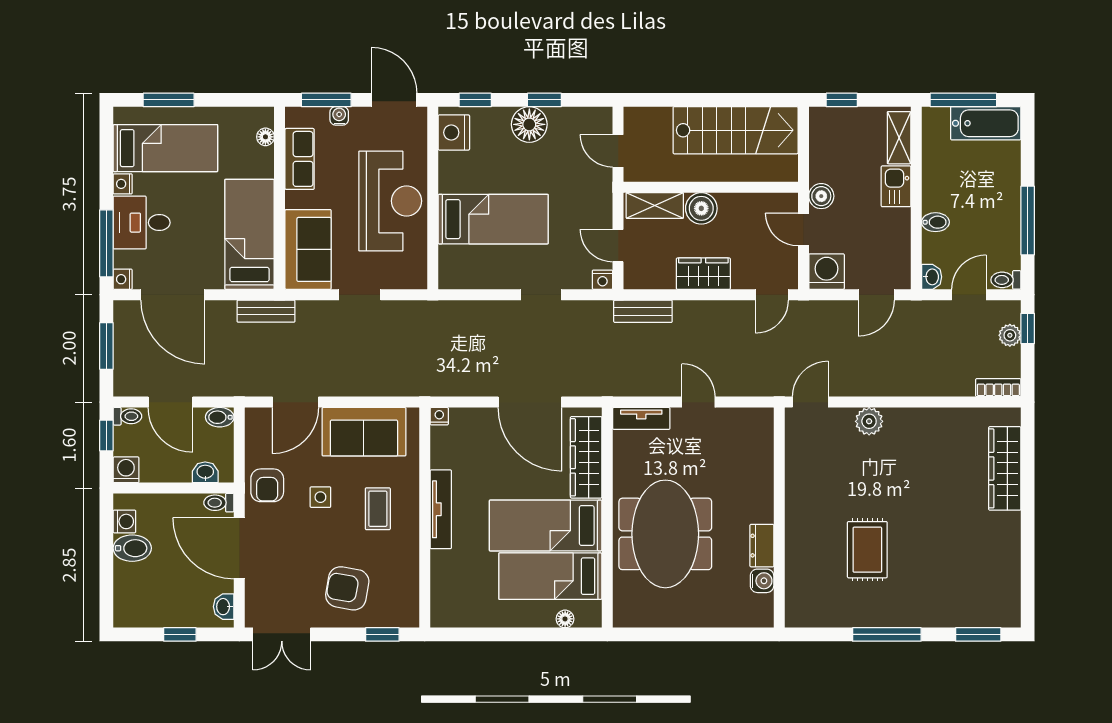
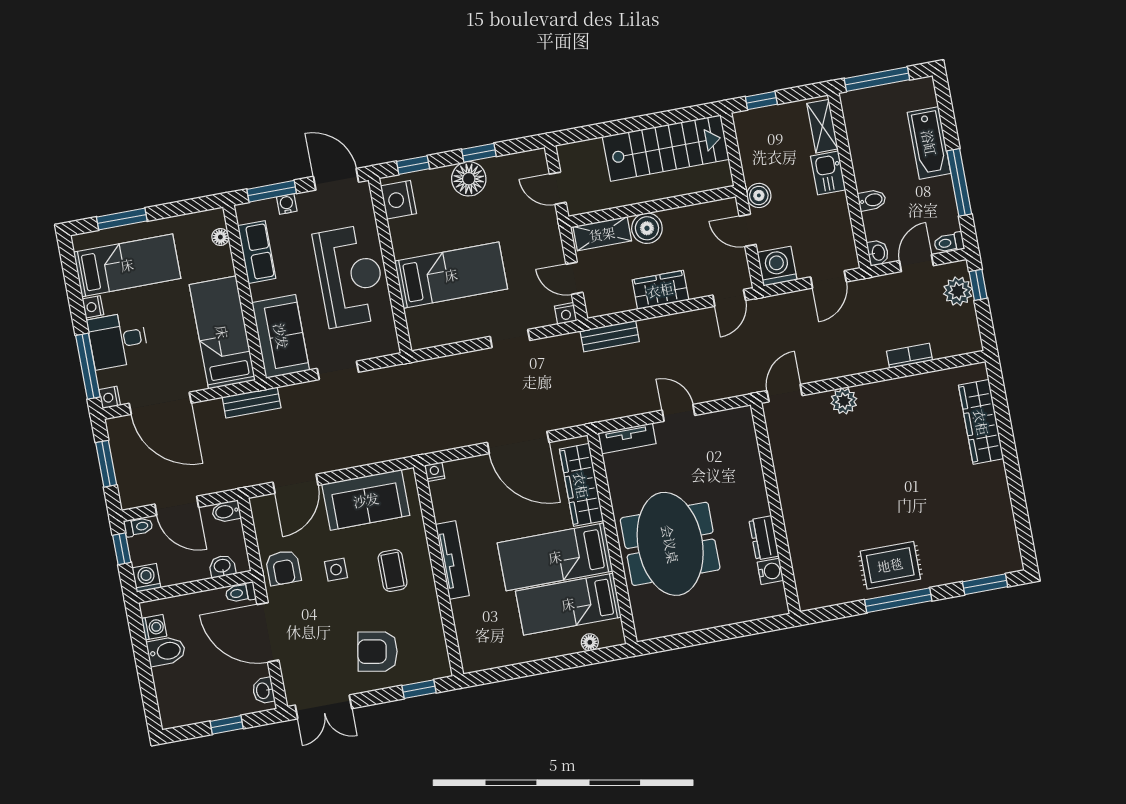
bathtub: (986, 123) -> (929, 143), moved, turned 90
plant: (1010, 335) -> (958, 291), width x1.38, depth x1.38
bookcase: (998, 388) -> (910, 356), moved
rug: (867, 550) -> (890, 565), moved, turned 90

